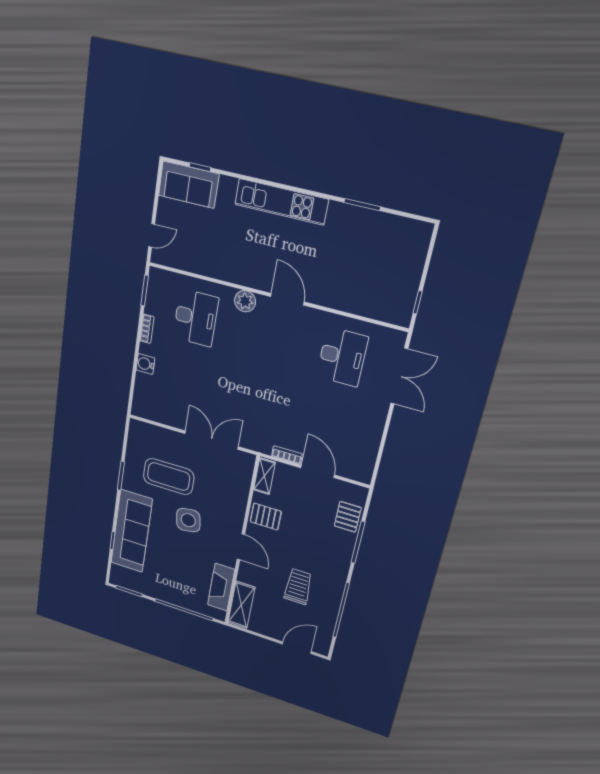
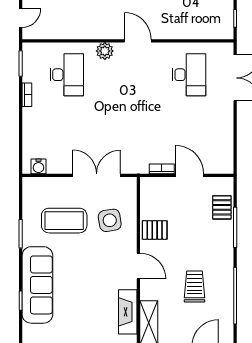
water cooler: (145, 364) -> (38, 166), moved, turned -90
shelving: (264, 476) -> (147, 193), removed
side table: (188, 520) -> (110, 220), moved

